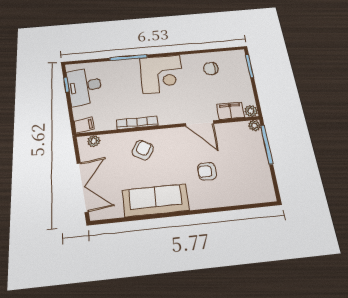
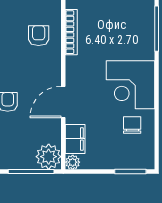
corner desk: (162, 74) -> (130, 85), moved
plant: (254, 126) -> (49, 157), width x1.87, depth x1.87
armchair: (143, 150) -> (39, 36), turned -121

